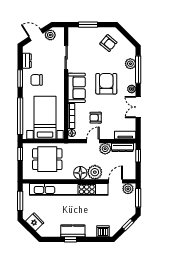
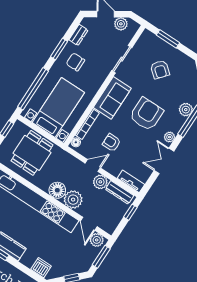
armchair: (108, 43) -> (160, 70), moved
dining table: (47, 159) -> (32, 153), turned 90
door: (116, 181) -> (89, 224), swing flipped

